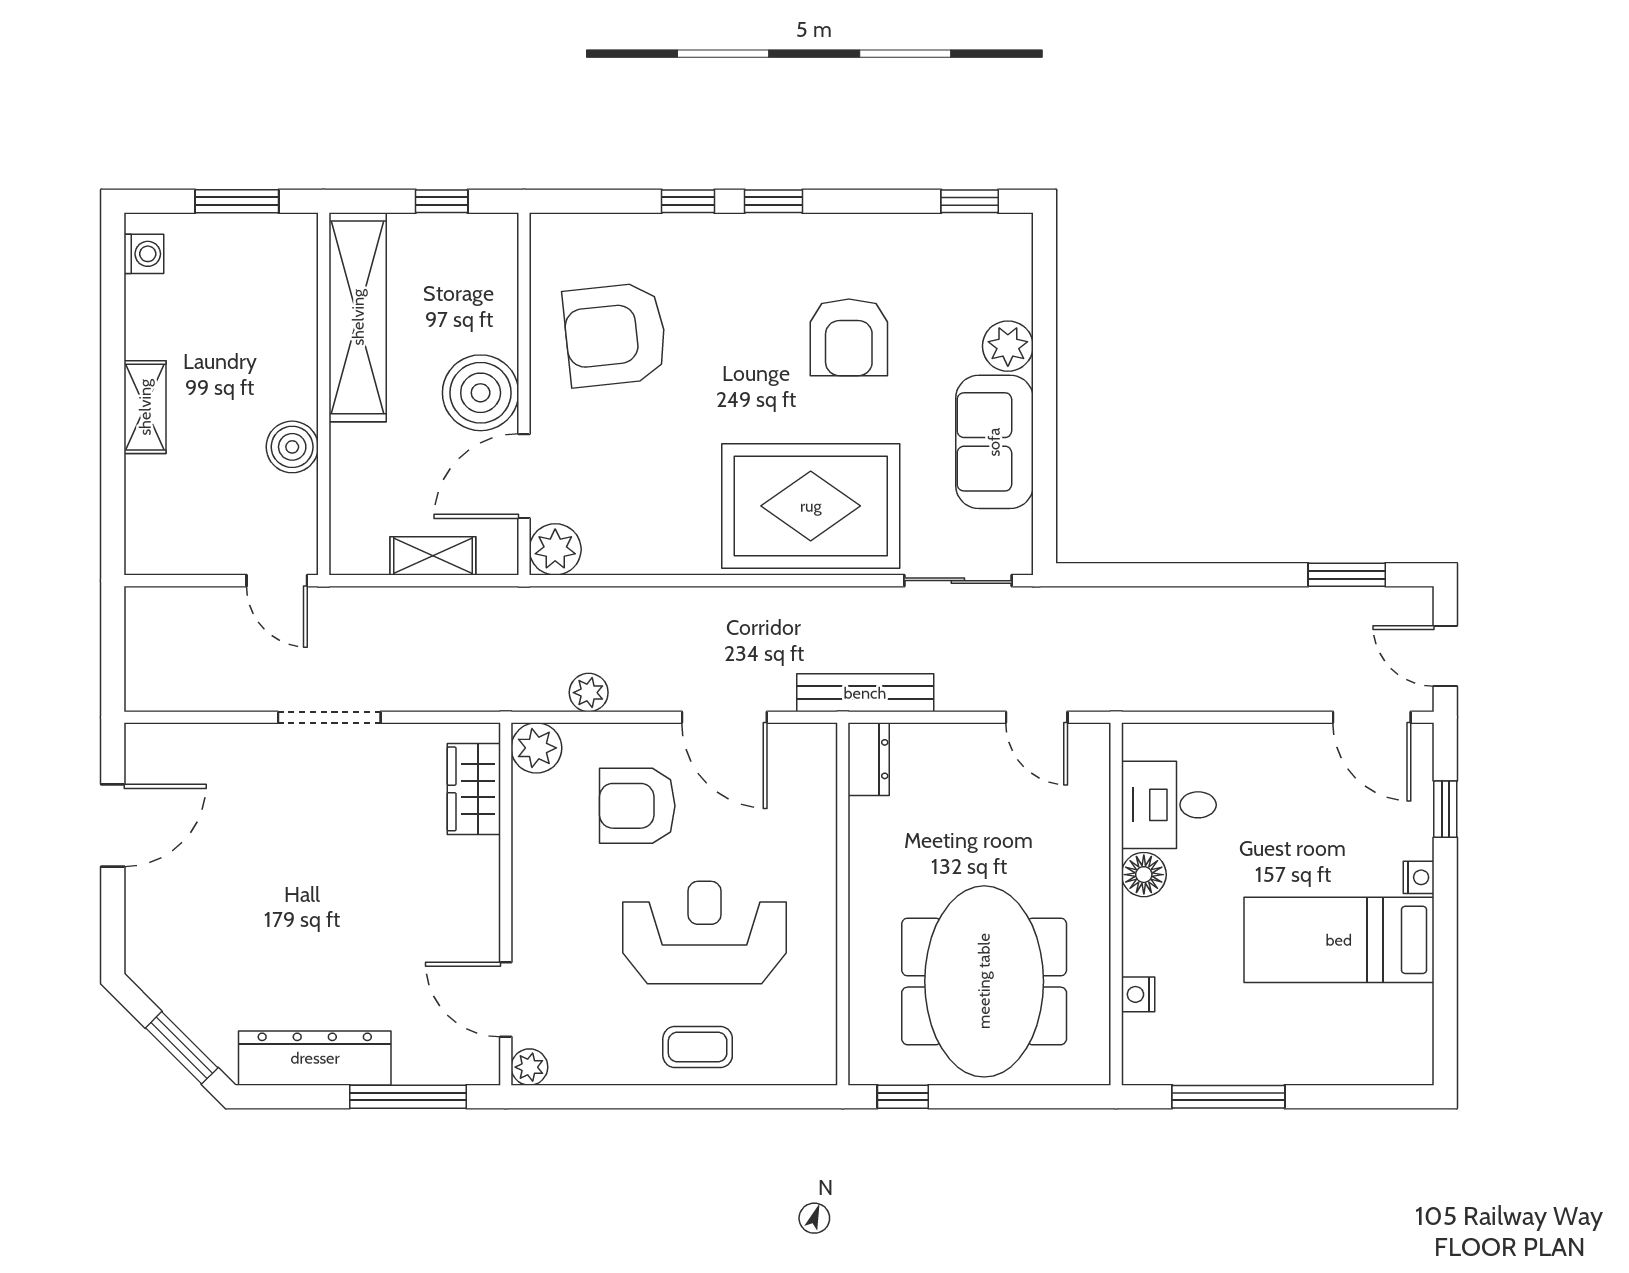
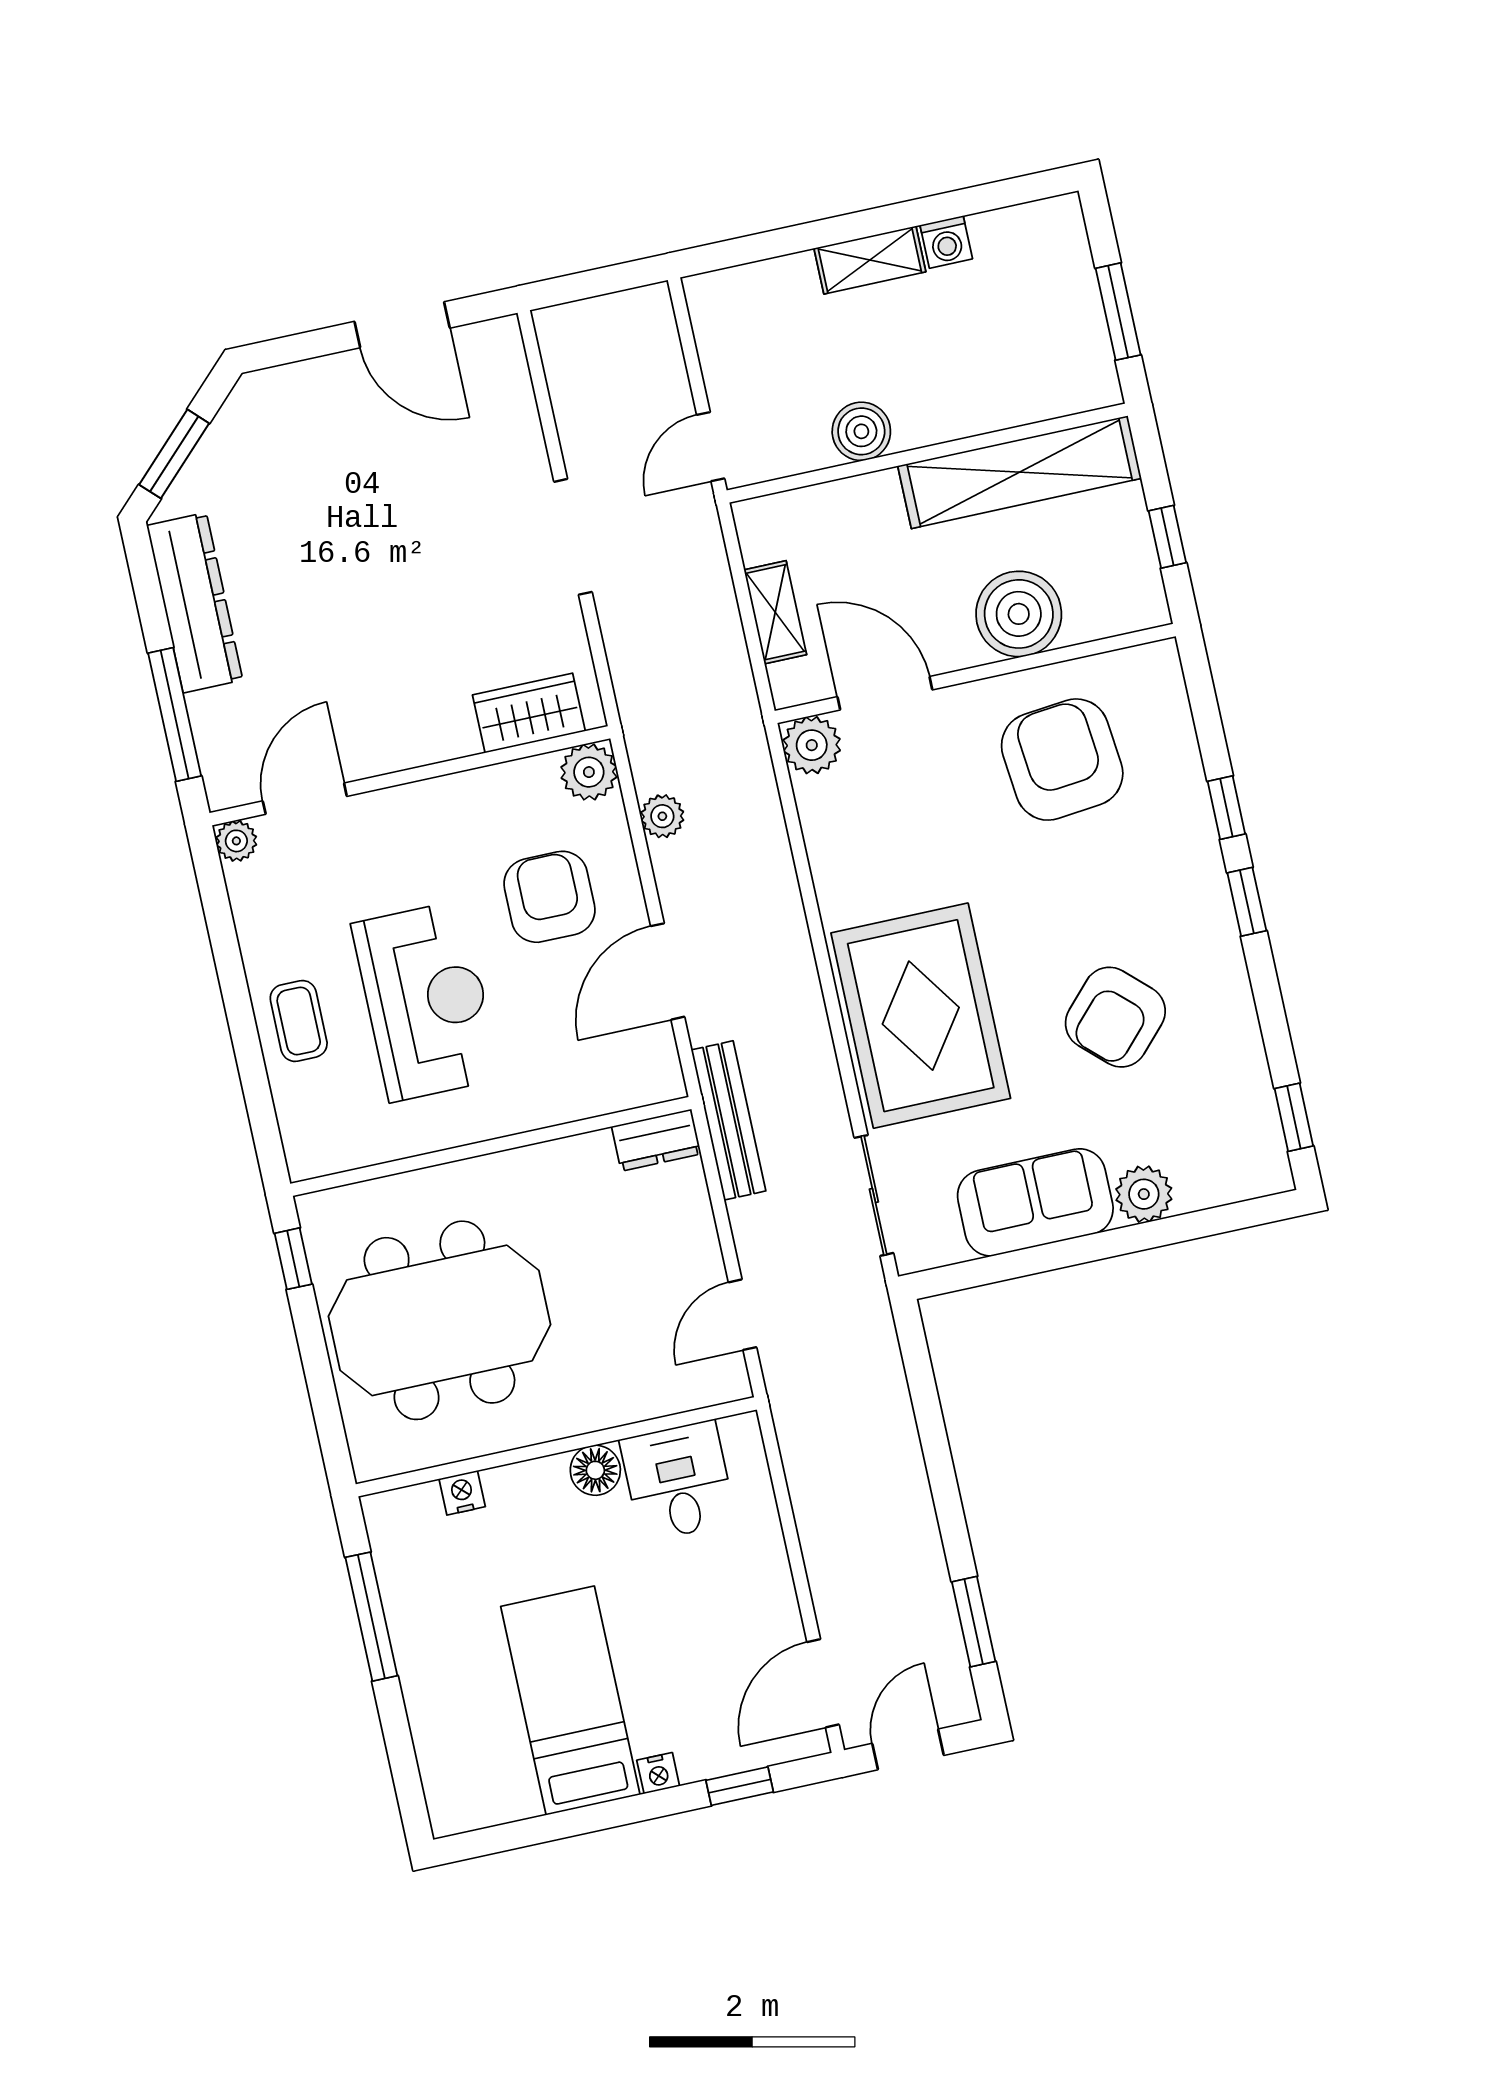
washing machine: (144, 254) -> (946, 242), moved
armchair: (849, 337) -> (1115, 1017), turned -47
boiler: (481, 393) -> (1019, 614), moved

